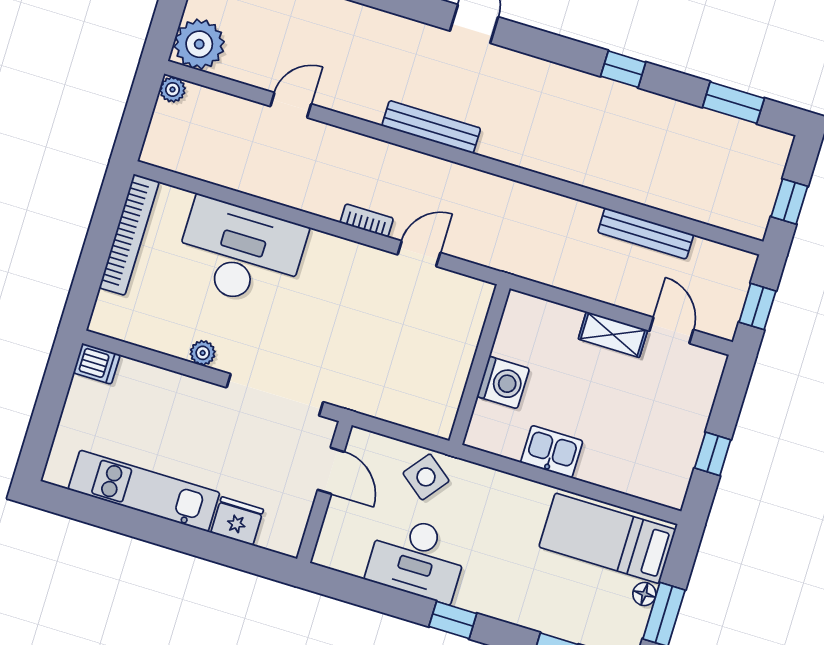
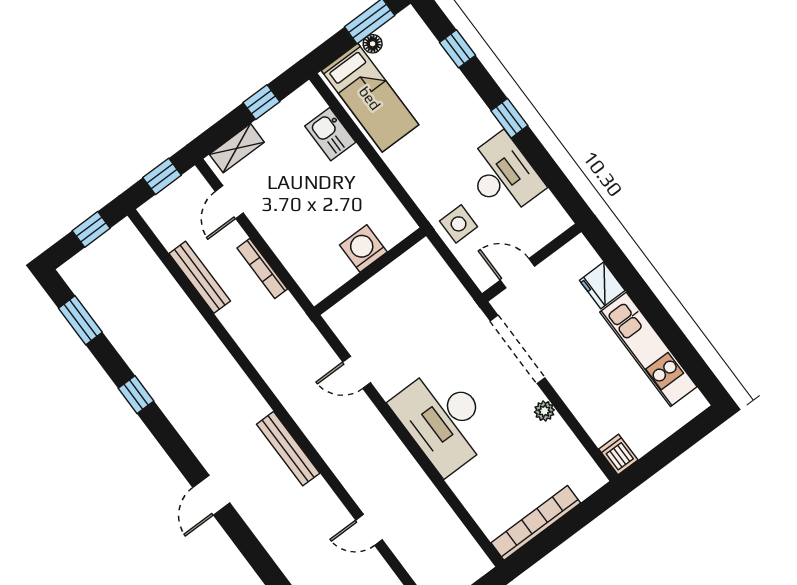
bookcase: (367, 220) -> (262, 268), moved, width x1.56
desk: (240, 253) -> (444, 420), moved
shelving: (613, 335) -> (237, 148), moved, turned 90
kitchen sink: (552, 452) -> (330, 134), moved
door: (331, 471) -> (517, 273), hinge flipped
side table: (426, 477) -> (459, 224), turned -38

